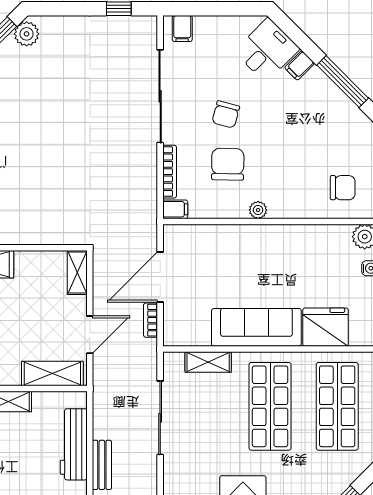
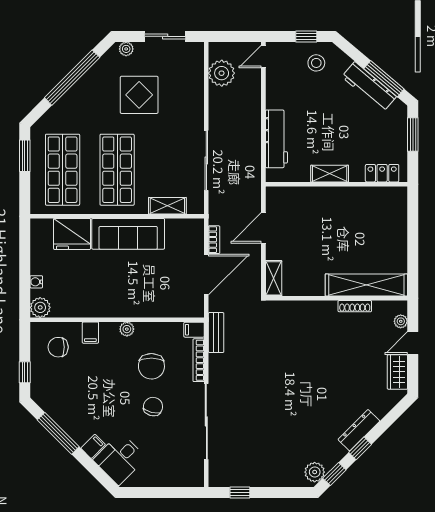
filing cabinet: (182, 29) -> (90, 333), moved, turned 180
shelving: (52, 374) -> (294, 196), removed
bench: (102, 465) -> (216, 333), moved

